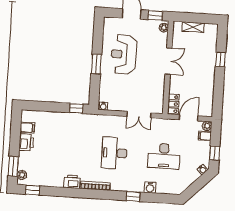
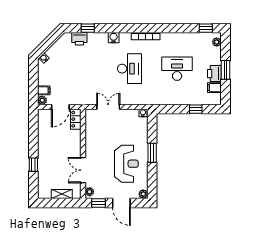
plant: (108, 22) -> (143, 194), added
double door: (169, 61) -> (83, 170), moved
window: (76, 108) -> (196, 109), moved
window: (215, 153) -> (33, 75), removed
desk: (164, 156) -> (177, 69), moved
window: (13, 166) -> (225, 70), moved
printer: (72, 182) -> (79, 39), moved
water cooler: (150, 188) -> (114, 38), moved
window: (133, 196) -> (88, 28), moved

